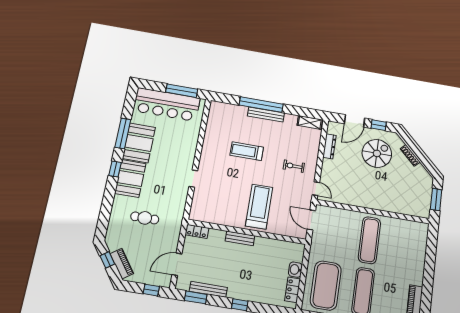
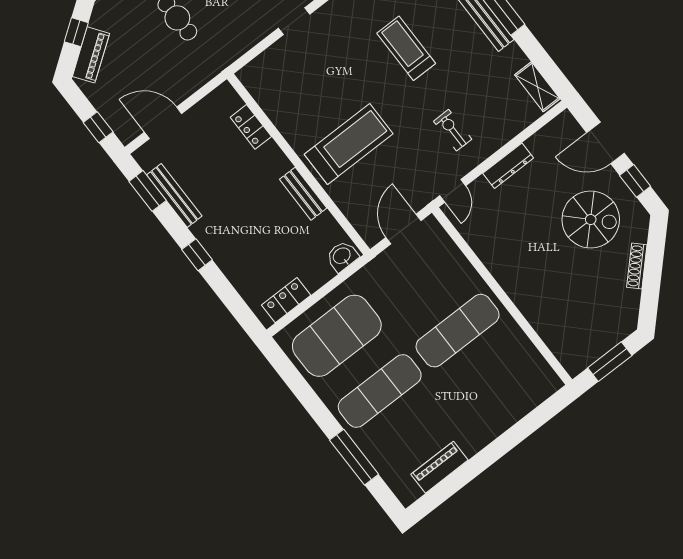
dresser: (329, 146) -> (508, 166), moved
locker: (197, 231) -> (251, 127), moved
bench: (240, 238) -> (303, 194), moved
washbasin: (295, 270) -> (342, 256), moved

